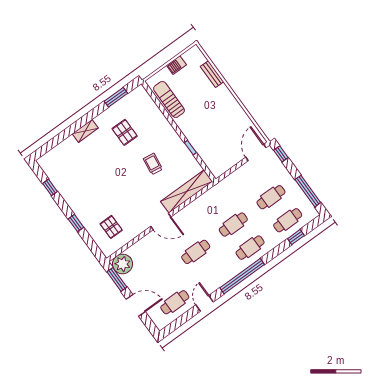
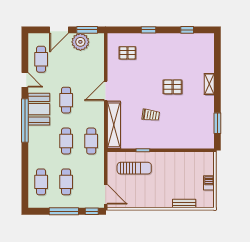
sun lounger: (169, 99) -> (134, 168), moved
pallet: (125, 132) -> (173, 87), moved
window: (308, 191) -> (64, 211), moved
window: (296, 237) -> (25, 179), removed
cafe table: (250, 248) -> (91, 141), moved
plant: (123, 264) -> (80, 42), moved
booth: (222, 271) -> (39, 109), added

